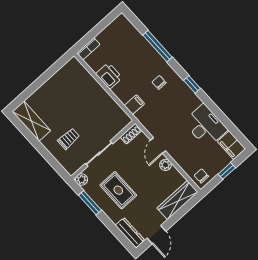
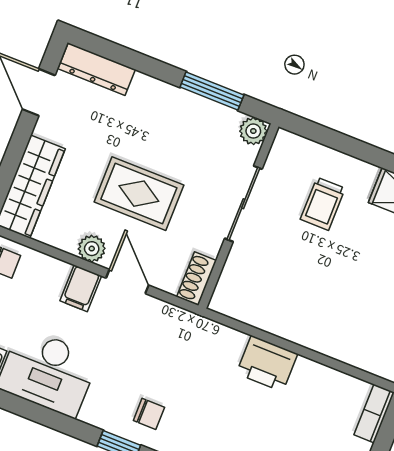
printer: (109, 76) -> (267, 364), moved
chair: (159, 82) -> (149, 414), moved
filing cabinet: (134, 105) -> (81, 288), moved
rug: (118, 190) -> (139, 194), moved

